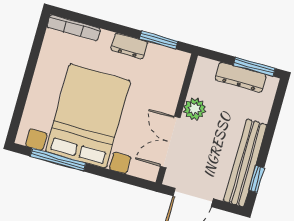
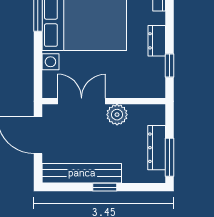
window: (159, 40) -> (169, 65), width x0.67
window: (256, 179) -> (105, 187), moved

